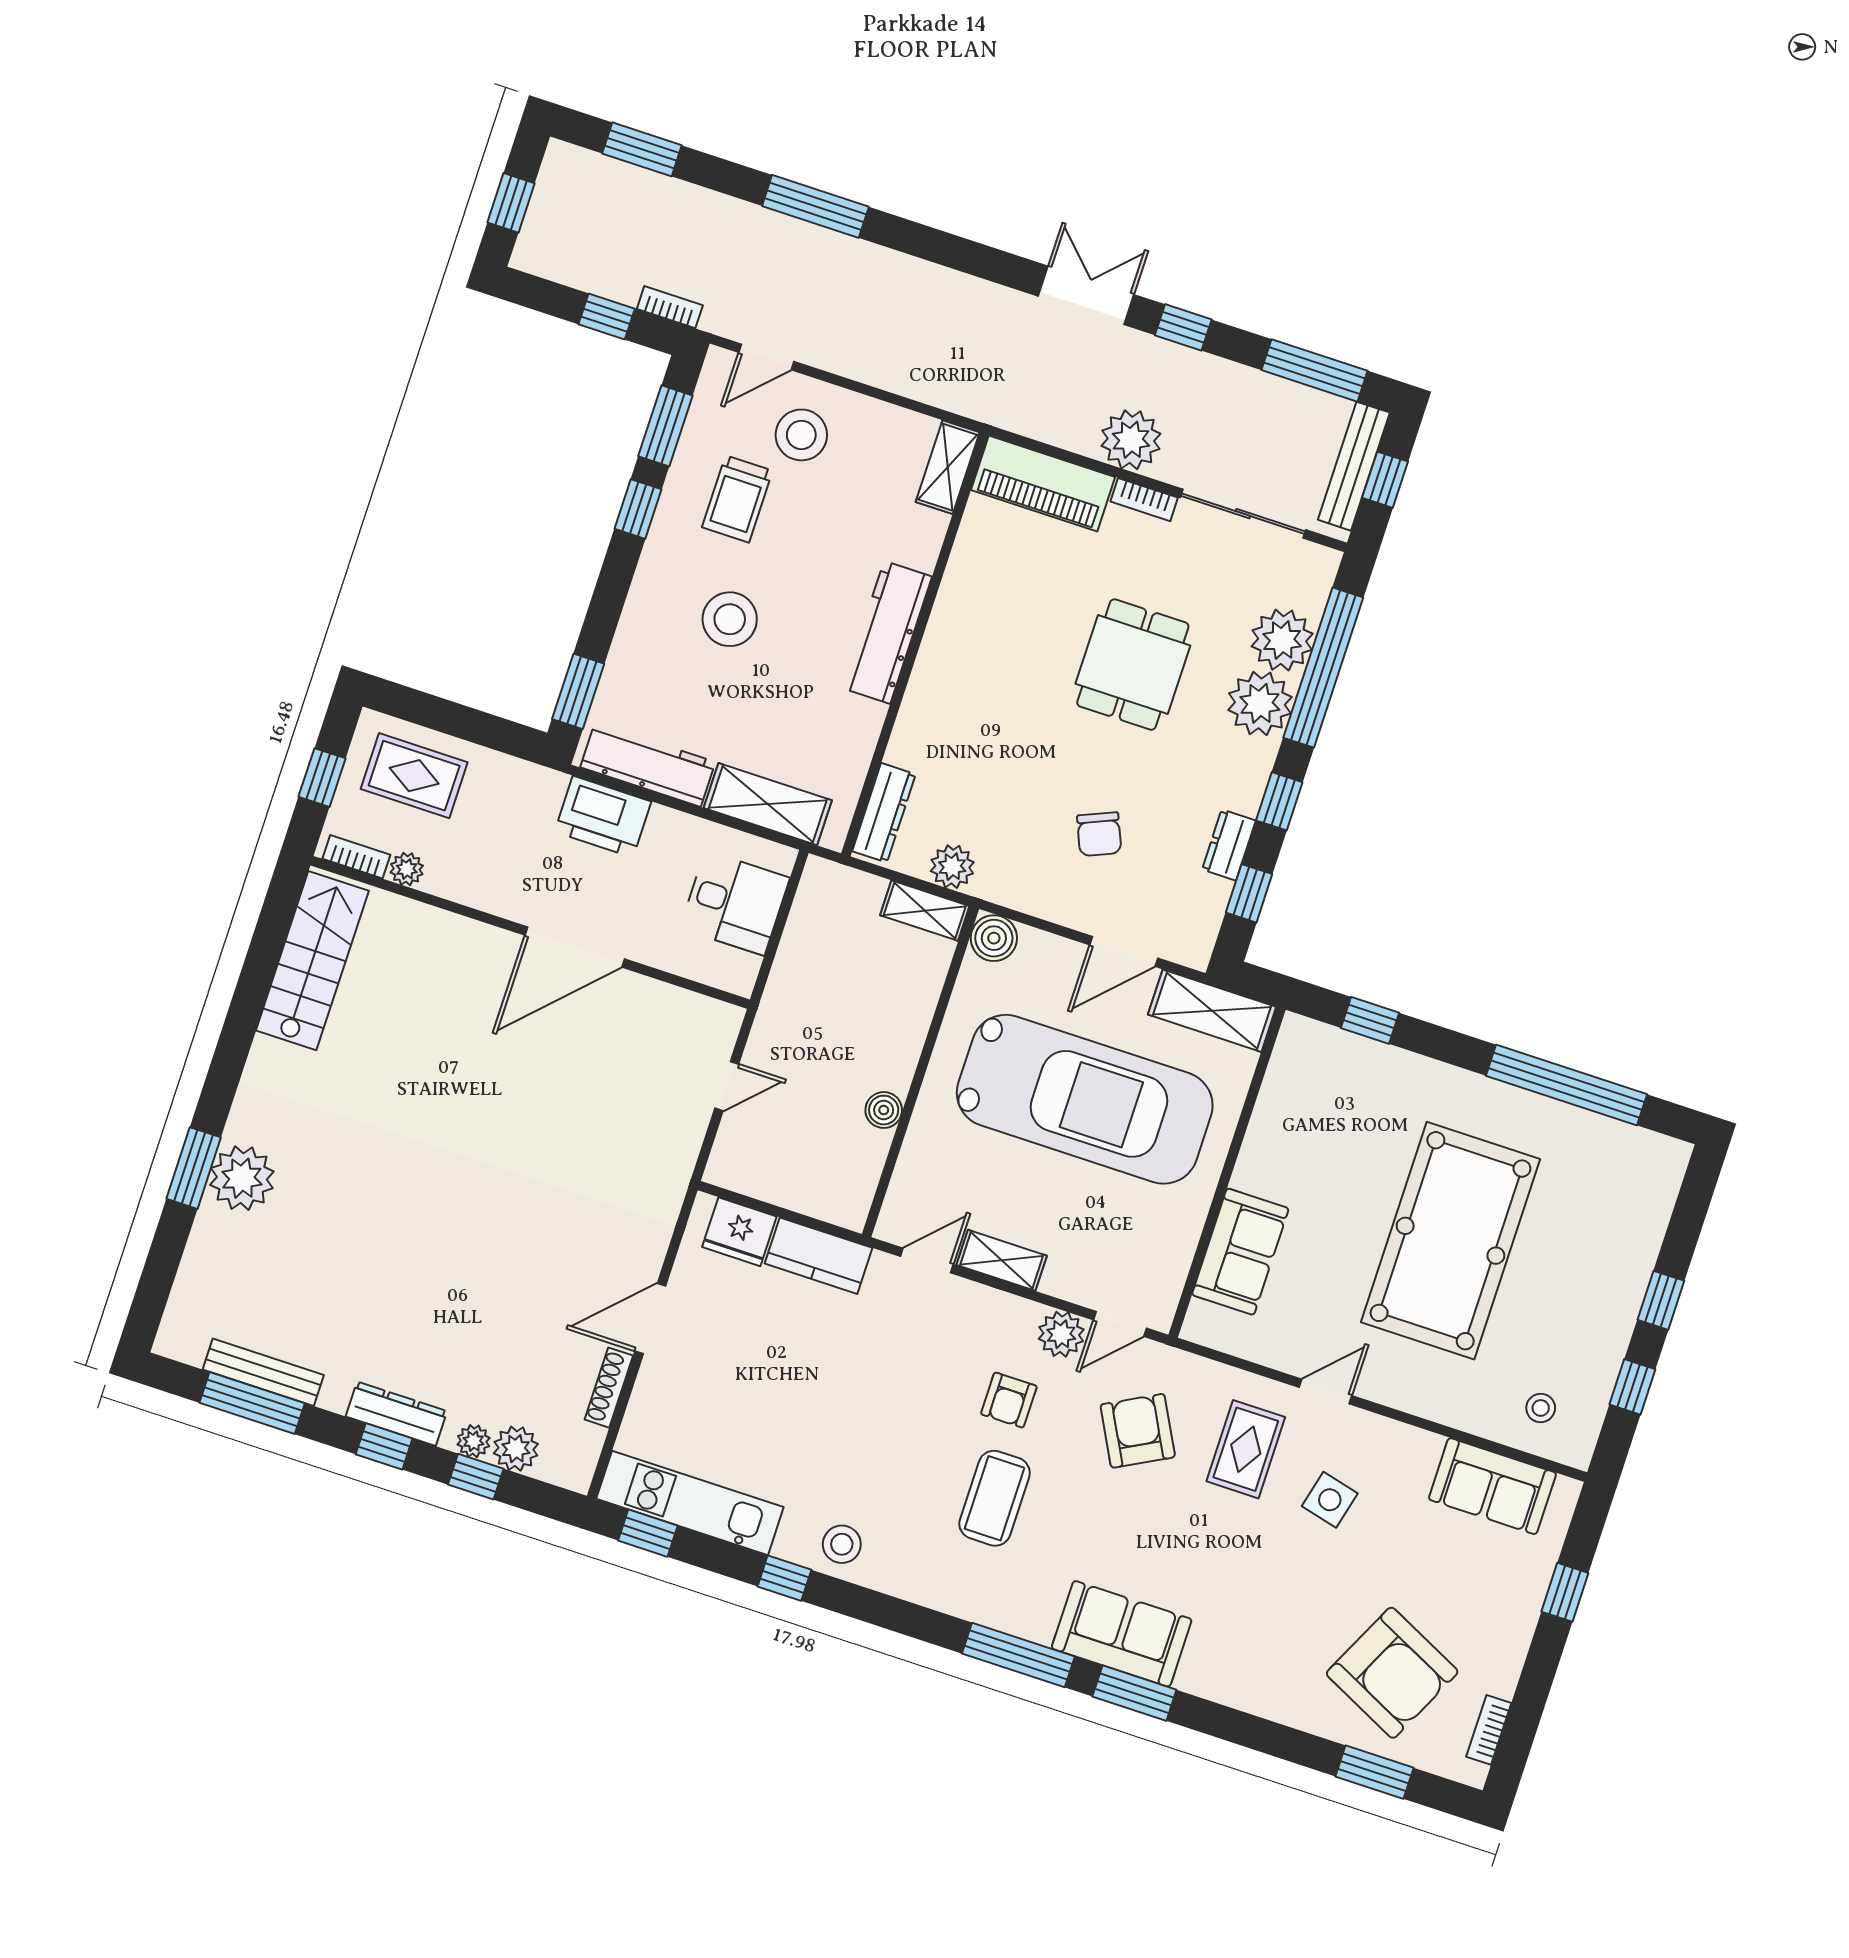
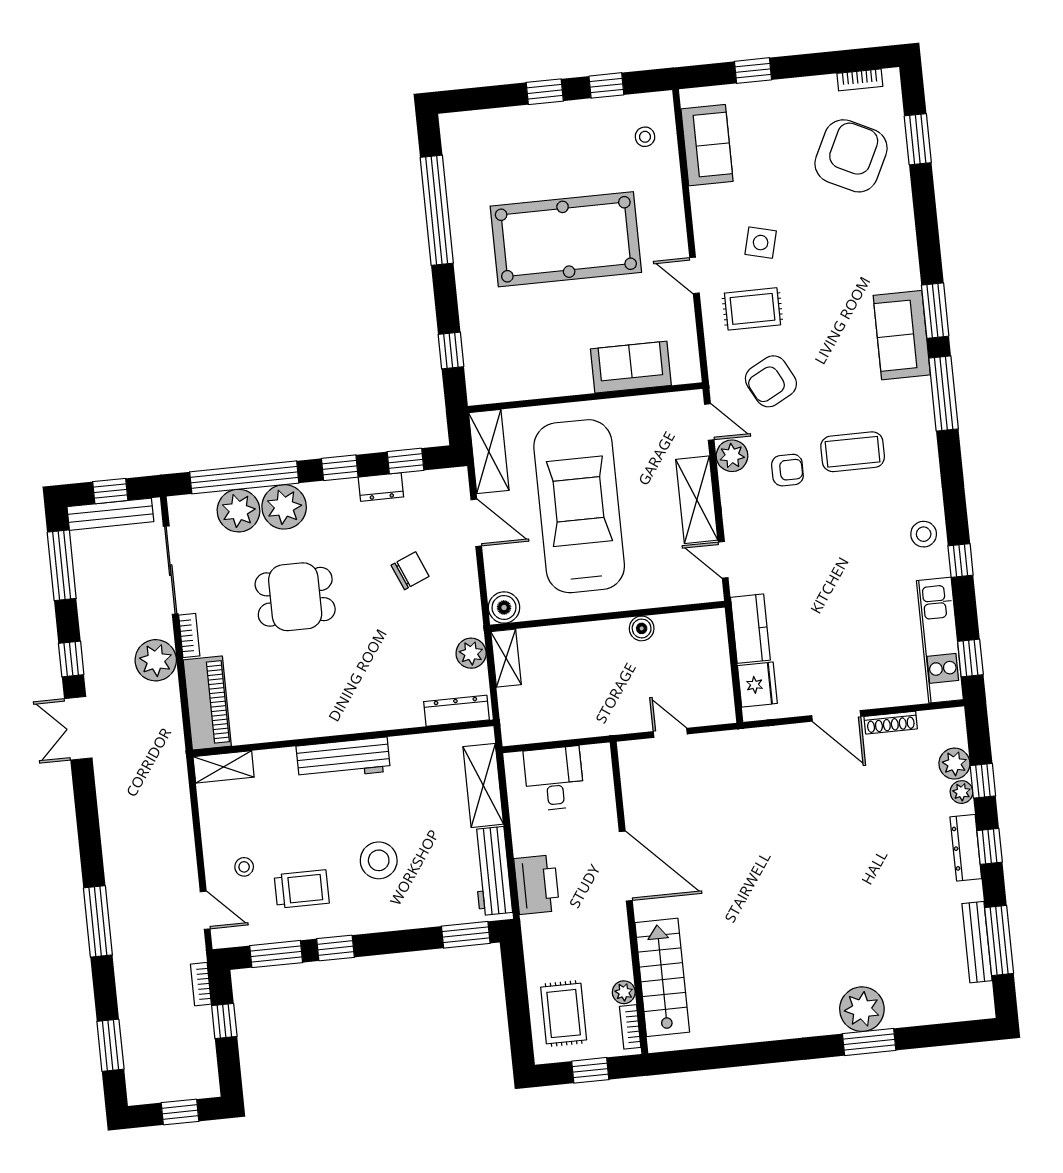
stool: (801, 435) -> (244, 867), width x0.53, depth x0.53
stairs: (312, 961) -> (662, 977), moved, turned 90
shelving: (1002, 1260) -> (697, 500), width x1.50, depth x1.33

